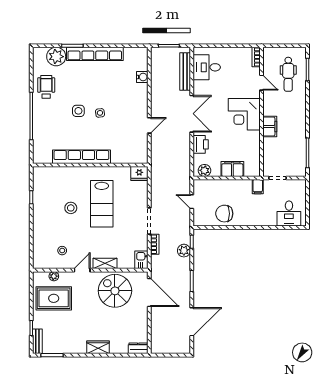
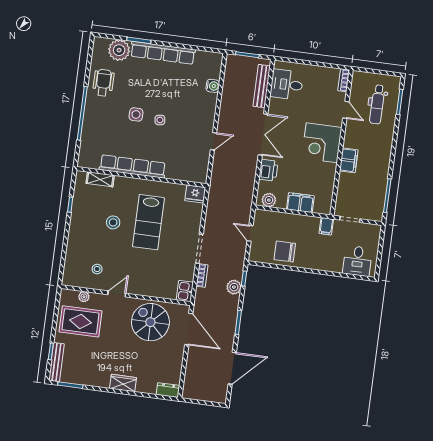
shelving: (105, 263) -> (100, 179), moved
bench: (37, 341) -> (56, 362), width x1.36

